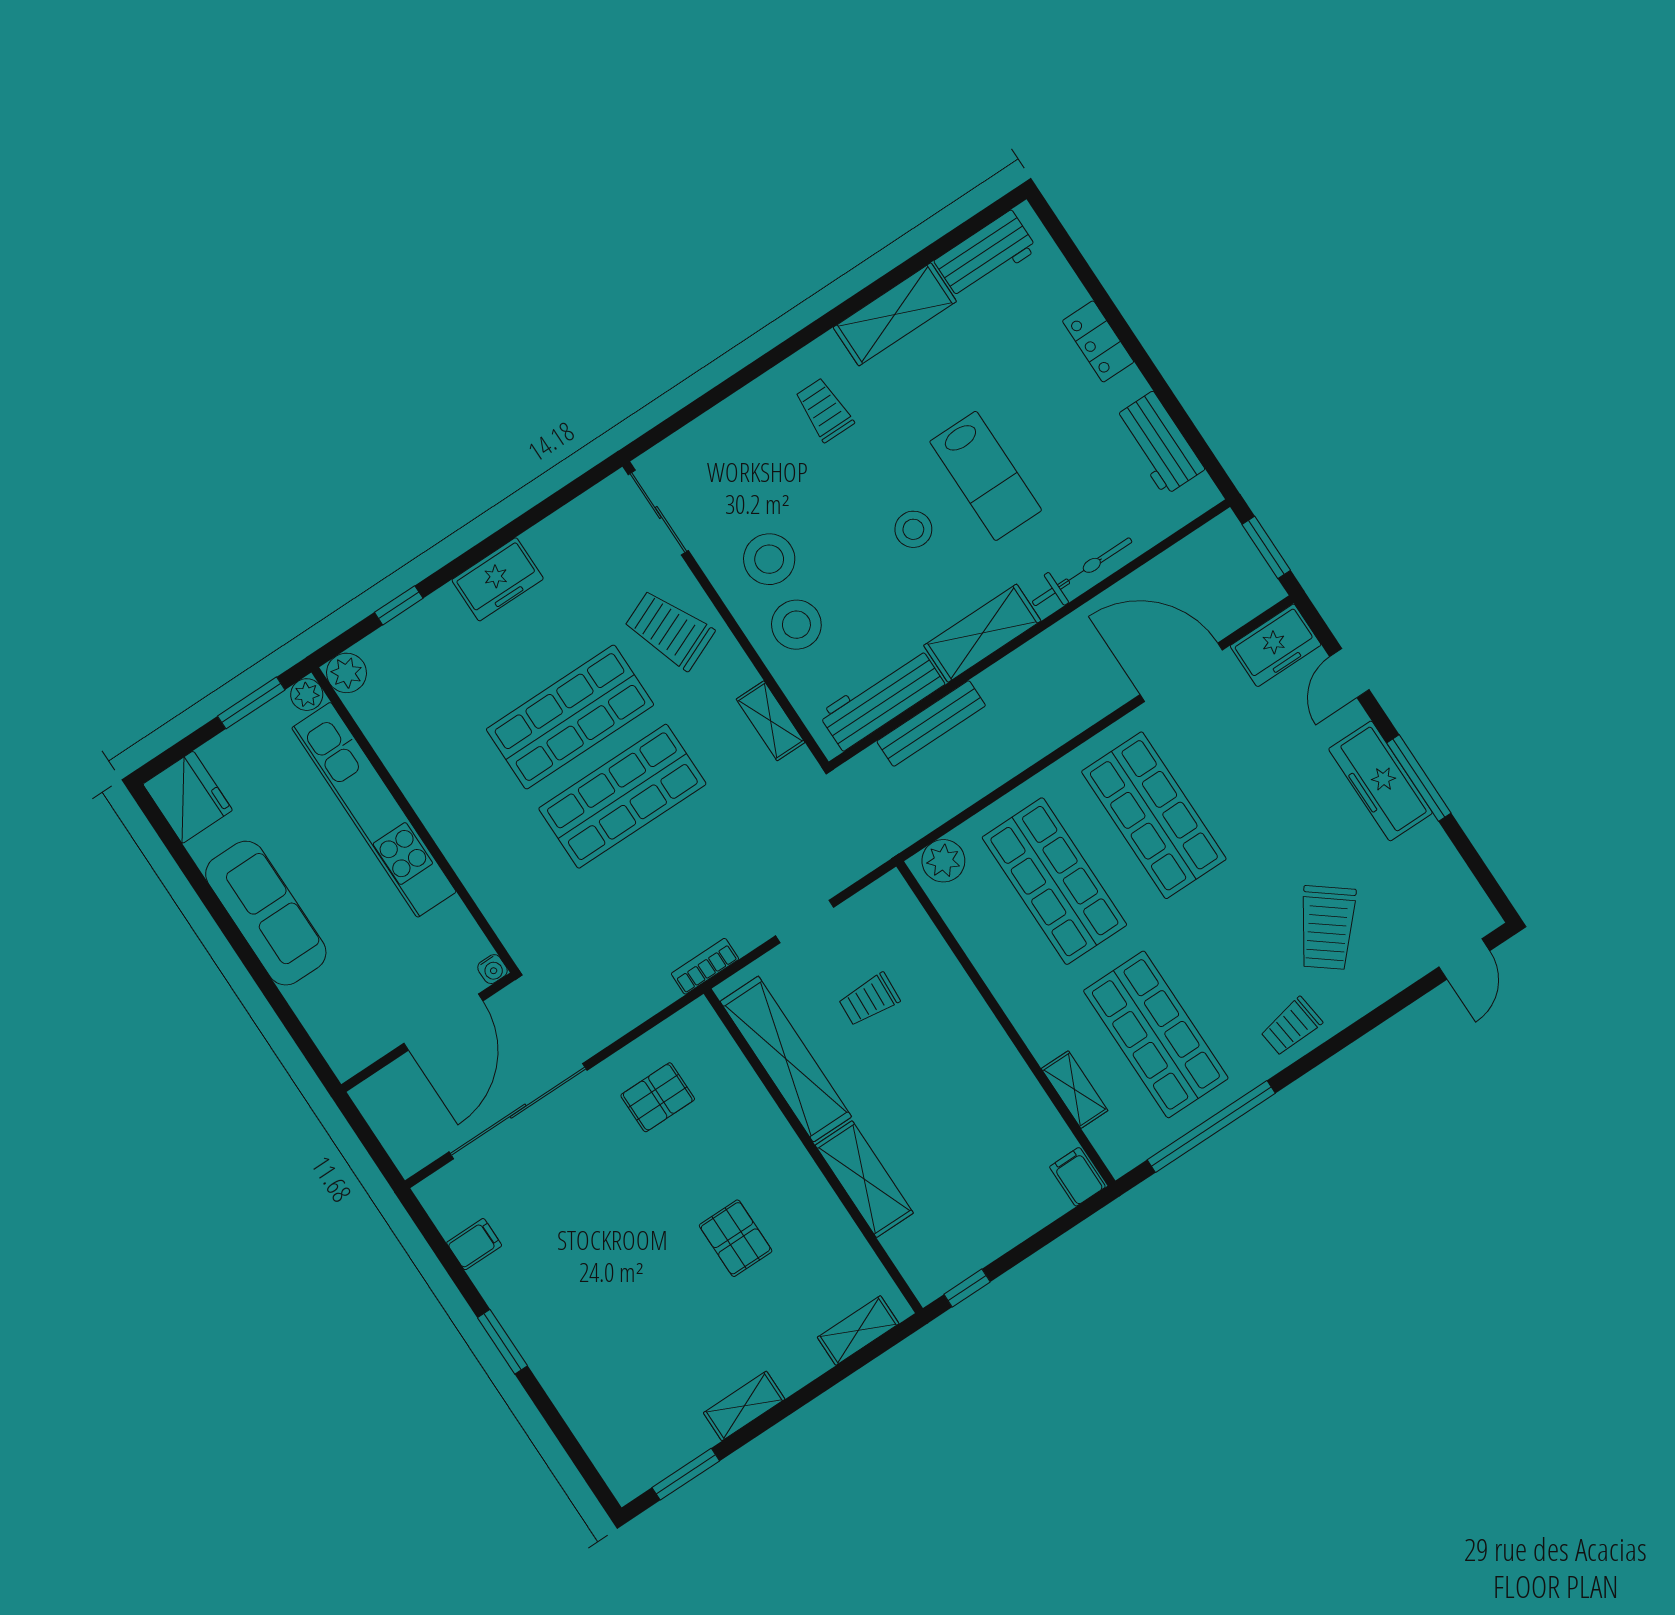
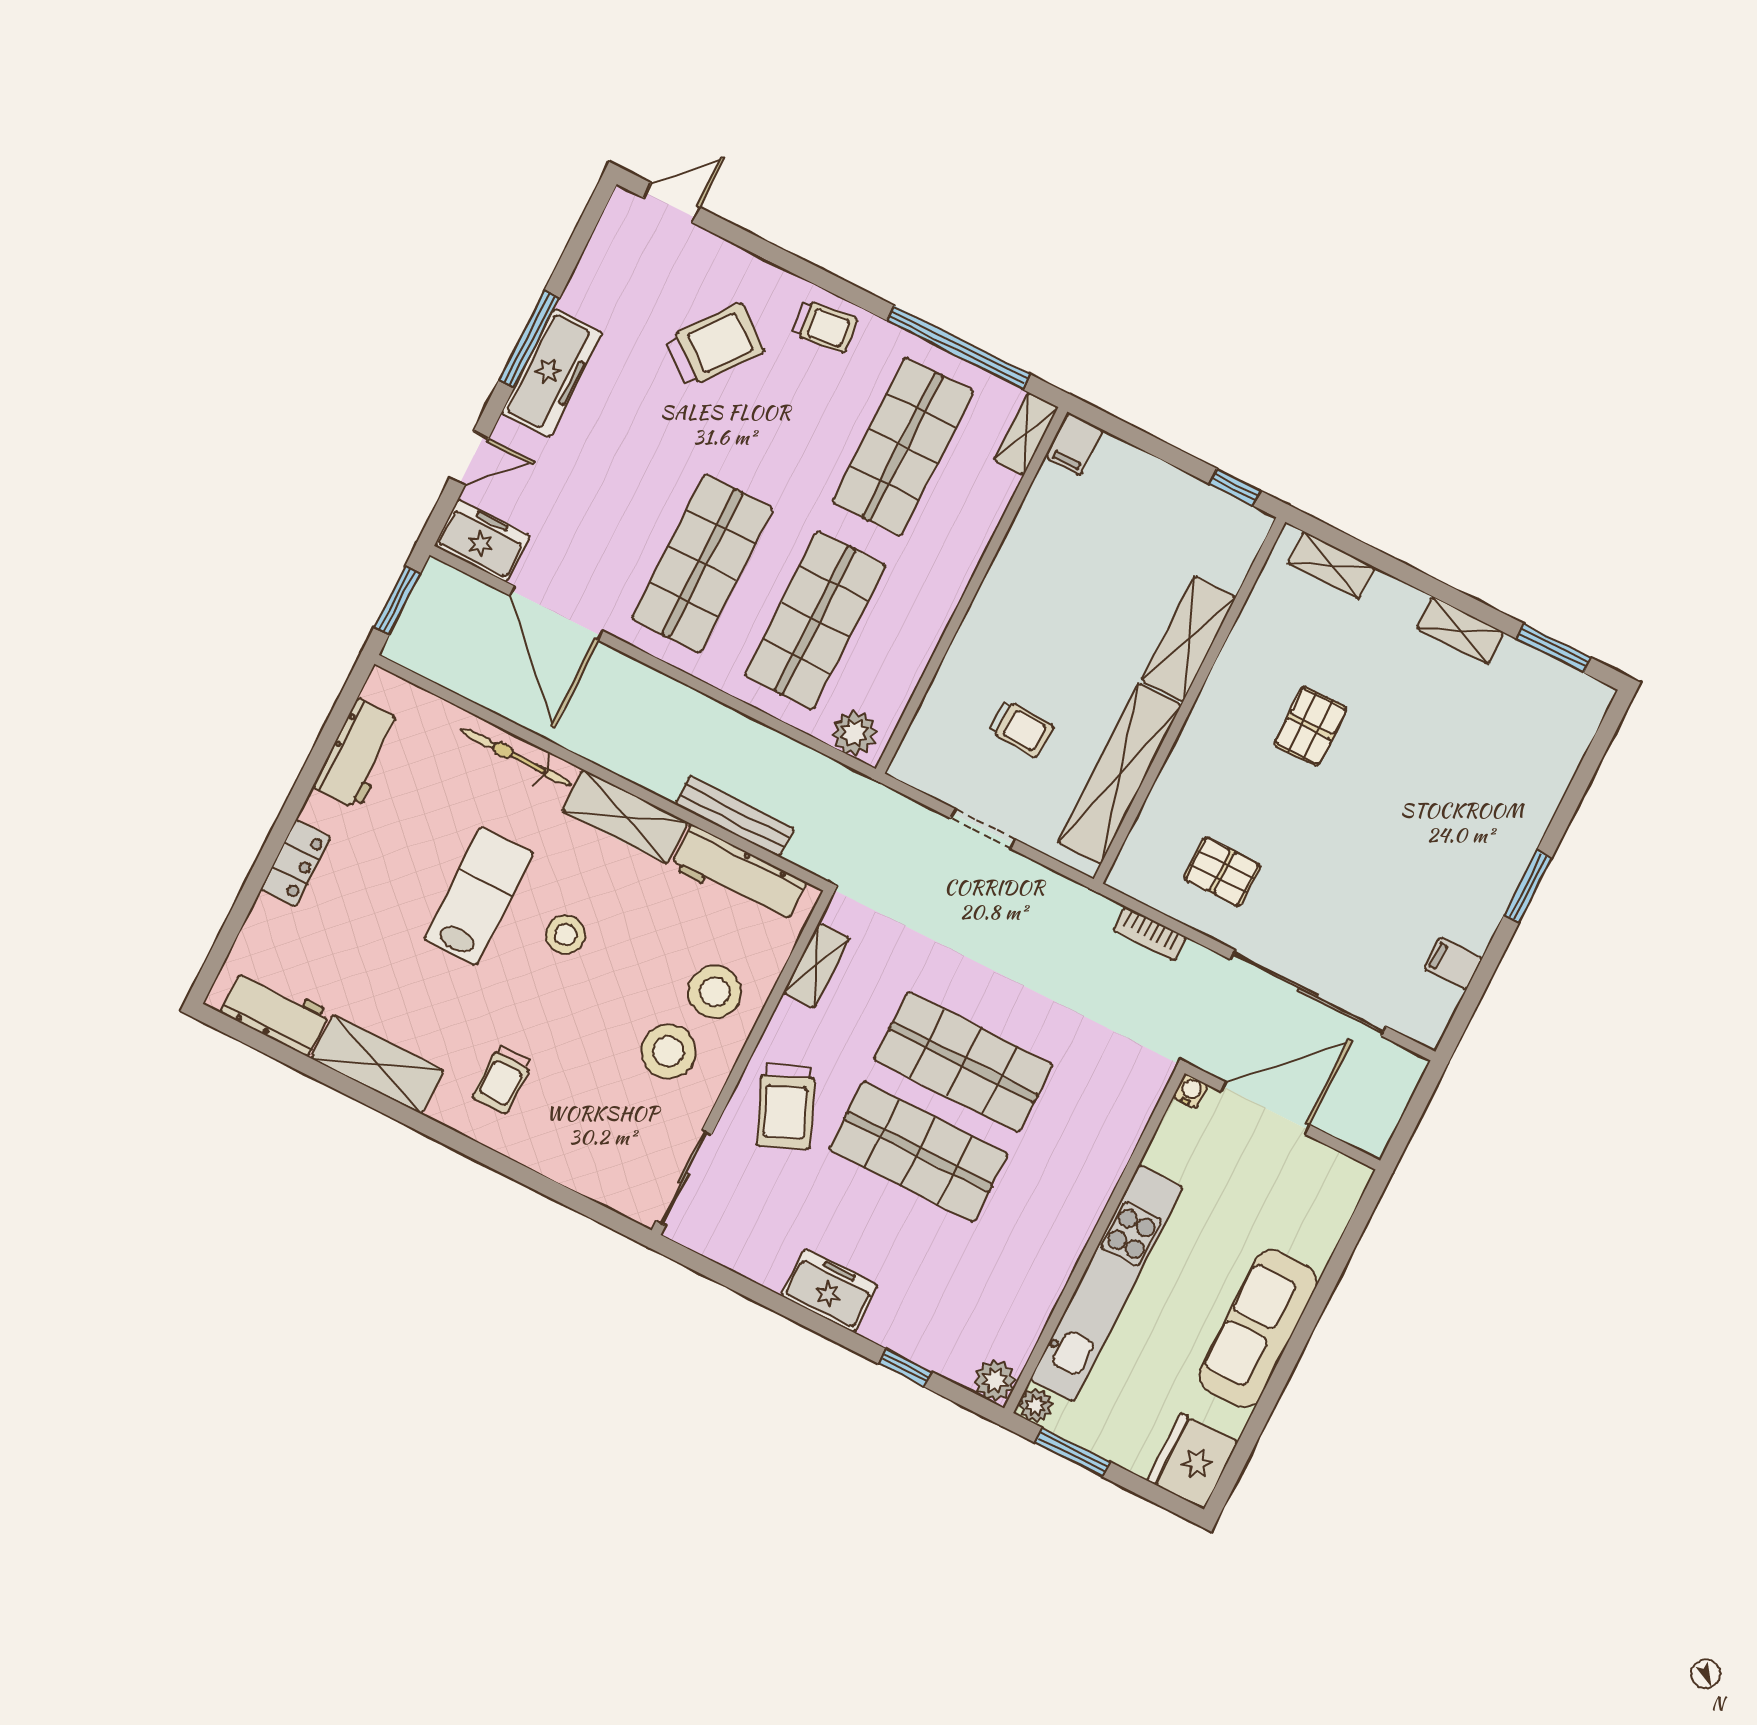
bookcase: (705, 966) -> (1150, 934), moved
shelving: (1075, 1090) -> (1026, 434), moved

